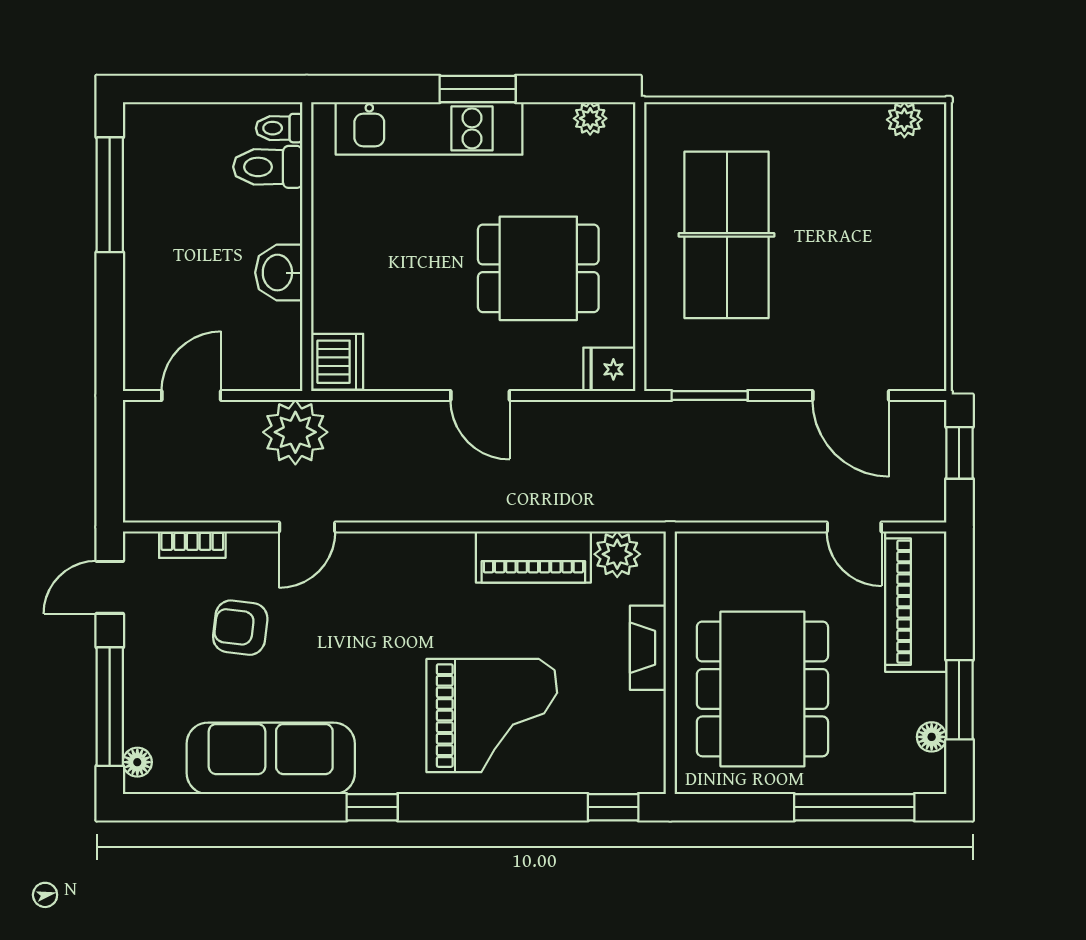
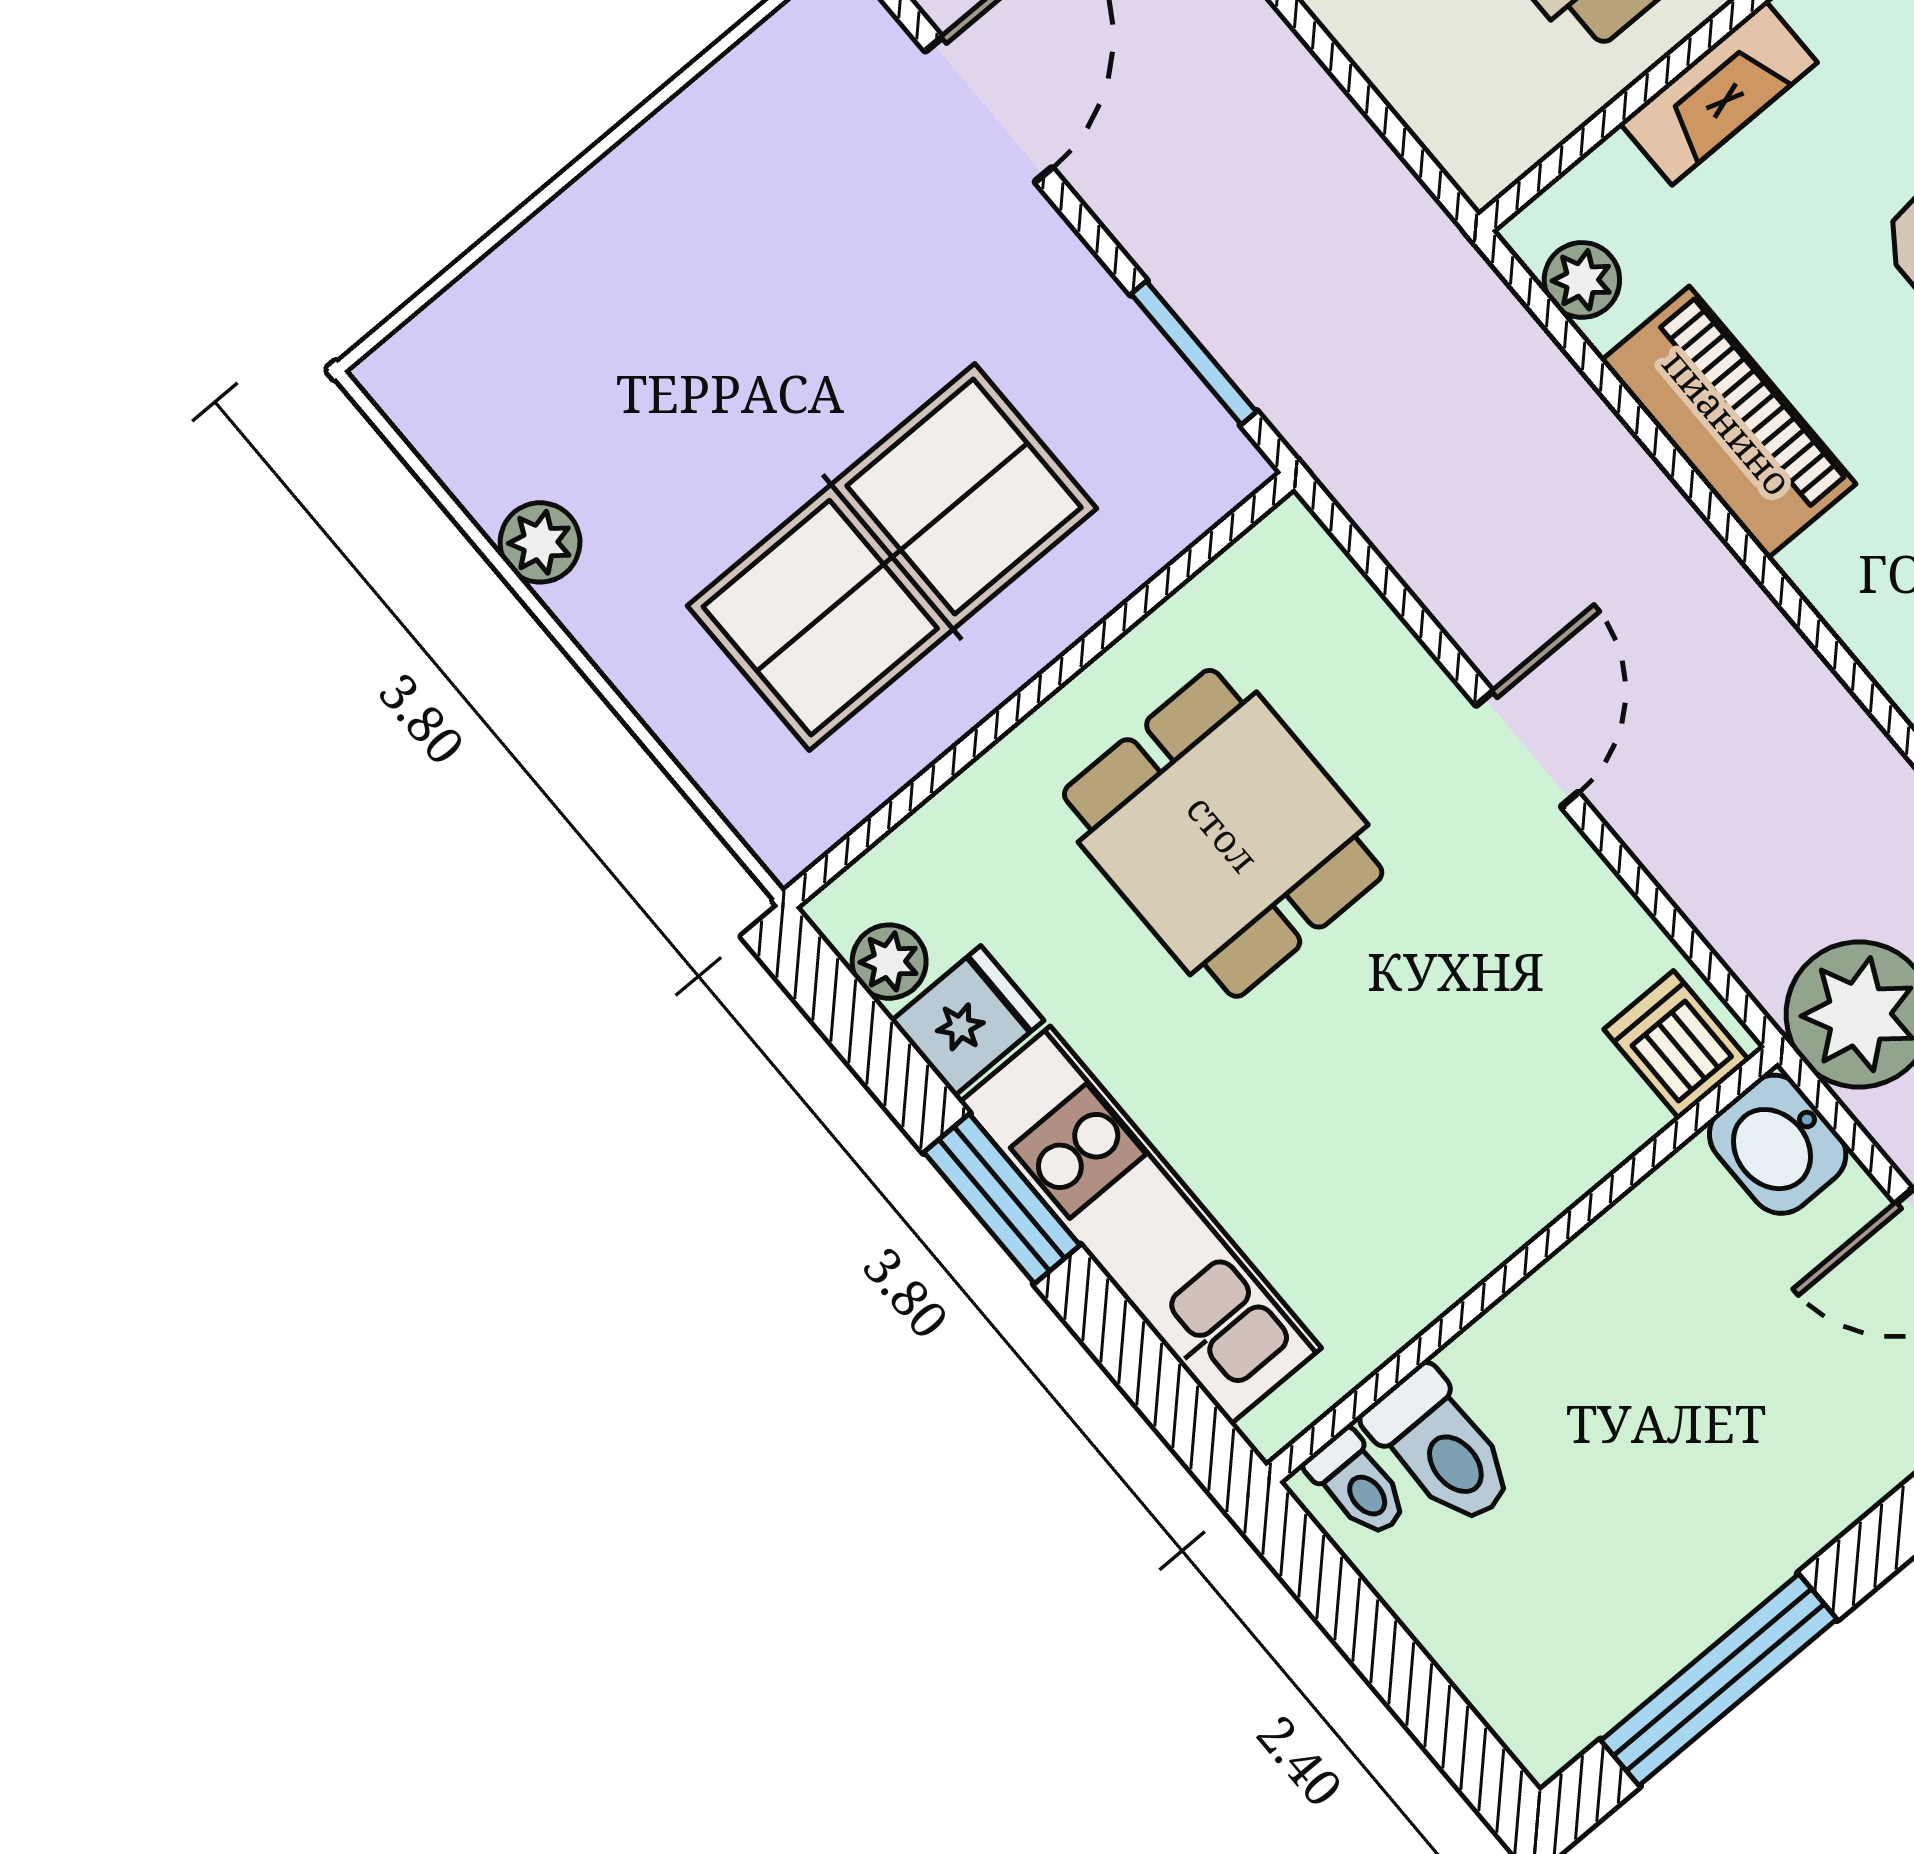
plant: (904, 120) -> (540, 542), moved
washbasin: (279, 273) -> (1778, 1144), moved, turned 90
dishwasher: (337, 362) -> (1676, 1045), width x0.73
fridge: (609, 369) -> (967, 1021), moved, turned -90
plant: (617, 554) -> (1582, 280), width x0.73, depth x0.73

